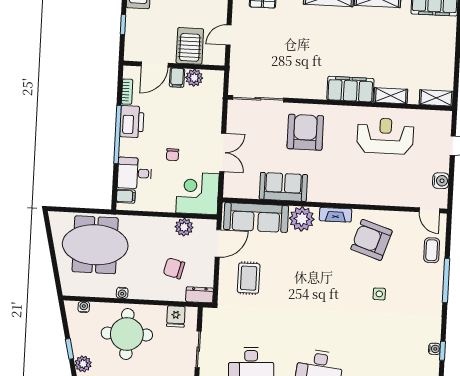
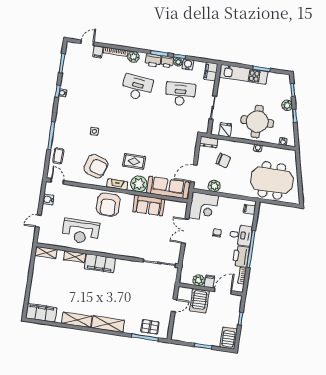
armchair: (305, 132) -> (108, 205), moved
desk: (135, 173) -> (241, 235), moved
rug: (249, 278) -> (134, 161), moved, turned 90

